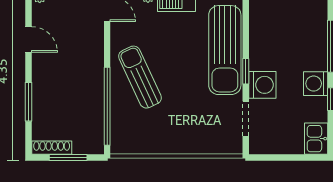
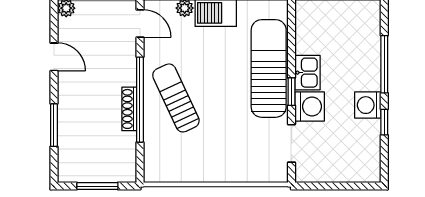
sun lounger: (225, 50) -> (269, 68), turned 180
window: (107, 106) -> (140, 100), moved
kitchen sink: (316, 139) -> (307, 73), moved, turned 180
shoe rack: (52, 148) -> (129, 109), moved, turned -90

